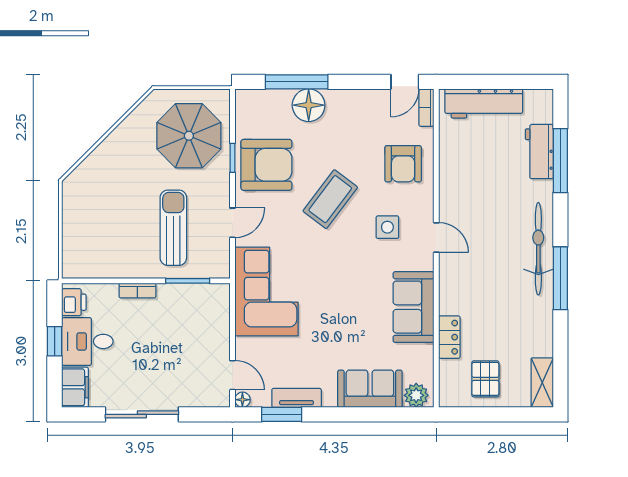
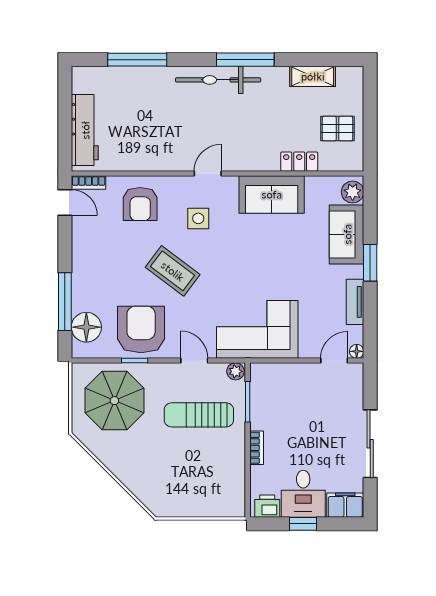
floor lamp: (309, 105) -> (86, 327), moved
workbench: (539, 152) -> (129, 79), removed
armchair: (403, 164) -> (140, 204), turned 90
plant: (221, 268) -> (235, 371), added
shelving: (542, 383) -> (313, 76), moved
window: (282, 414) -> (370, 263), moved

